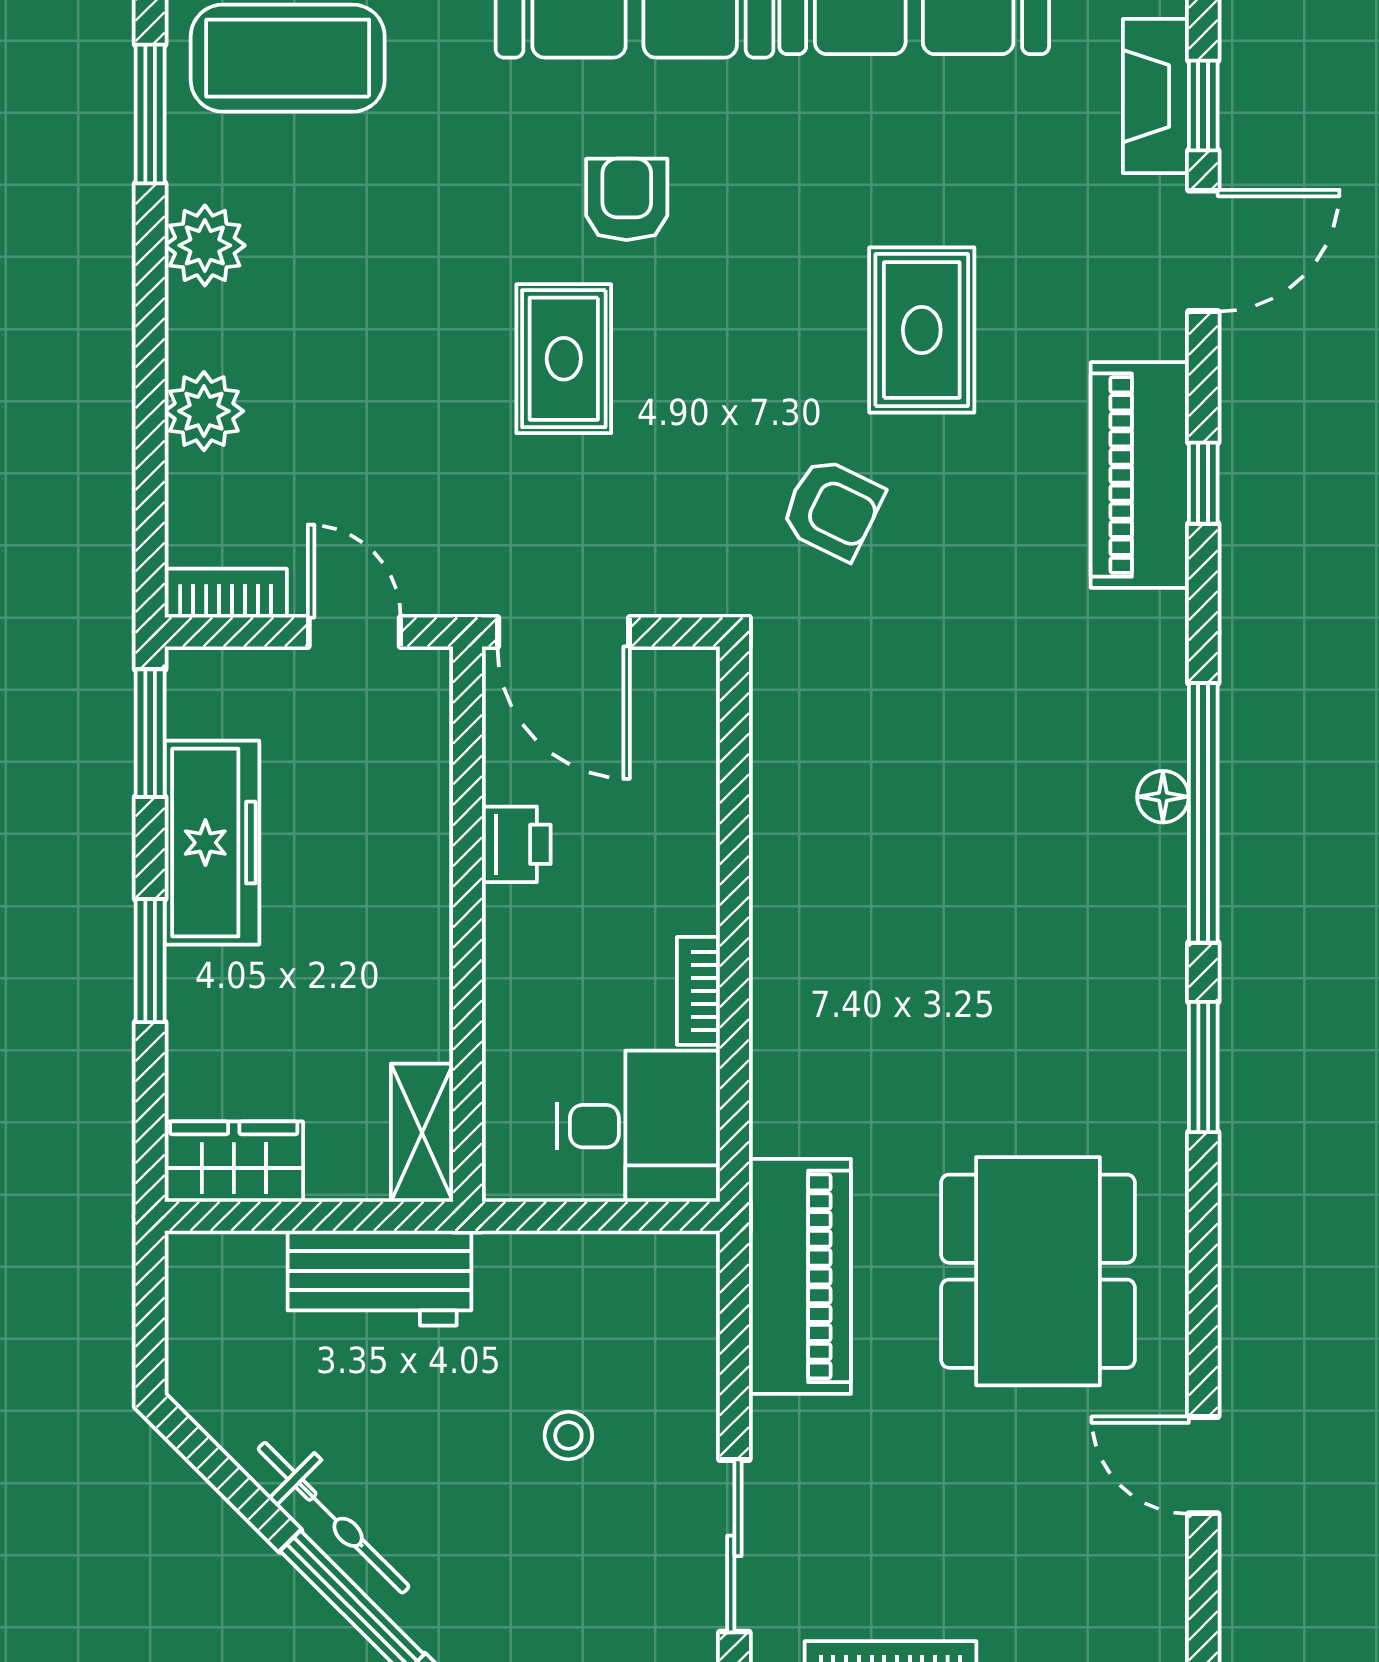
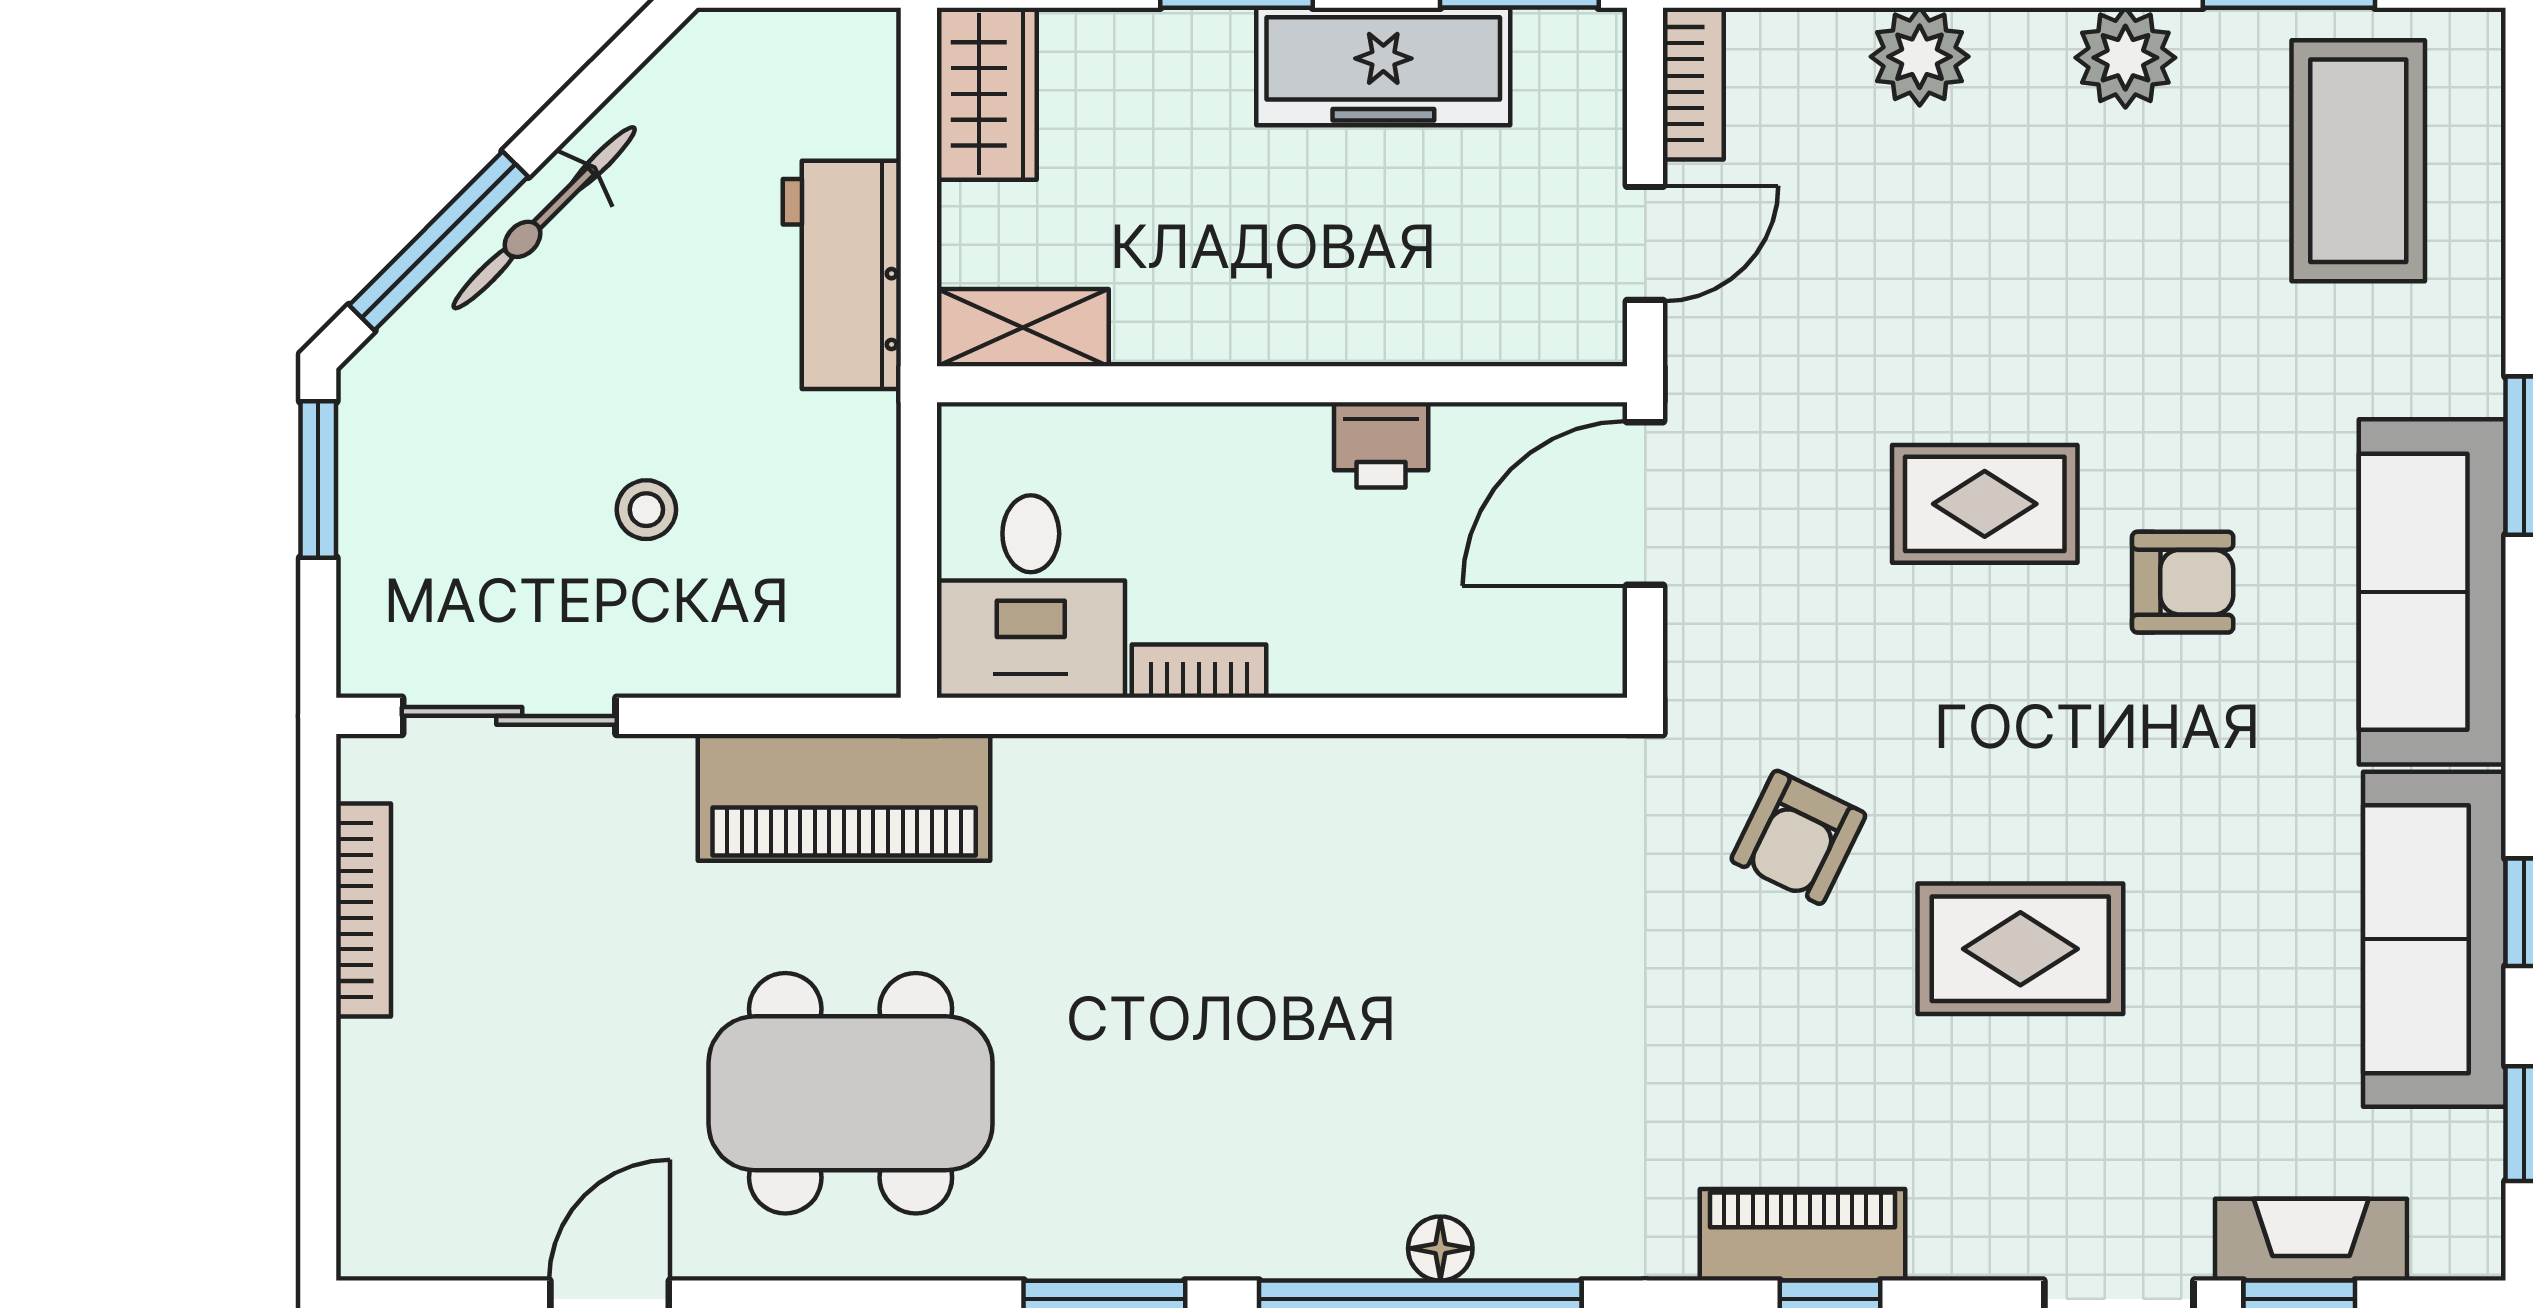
piano: (1140, 475) -> (1802, 1235), width x0.73, depth x0.75

